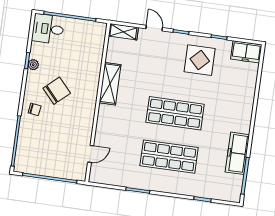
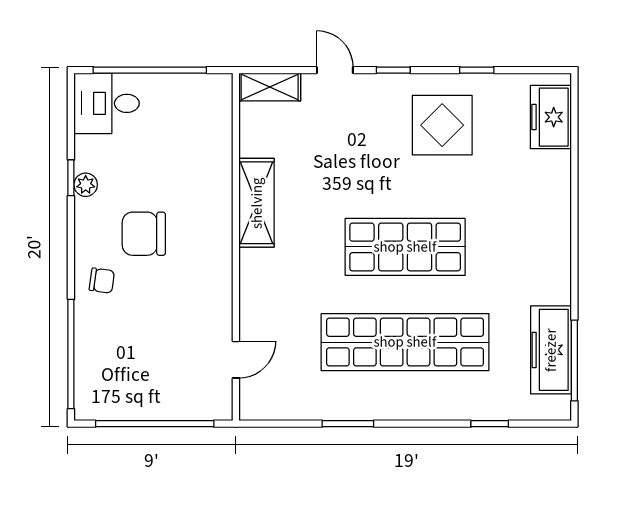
freezer: (246, 52) -> (551, 117), moved, turned 90
chair: (57, 91) -> (144, 234), turned -138
freezer: (237, 153) -> (551, 350), moved
shop shelf: (169, 157) -> (405, 342), width x1.40

